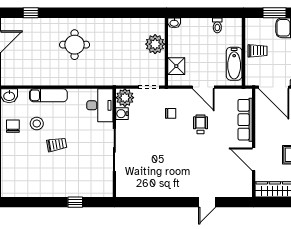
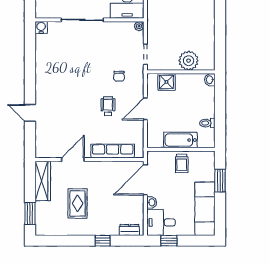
bathtub: (234, 64) -> (180, 140), moved
plant: (125, 98) -> (139, 26), width x0.53, depth x0.53
water cooler: (122, 114) -> (41, 27), moved
wheelchair: (201, 124) -> (108, 106), turned -90

